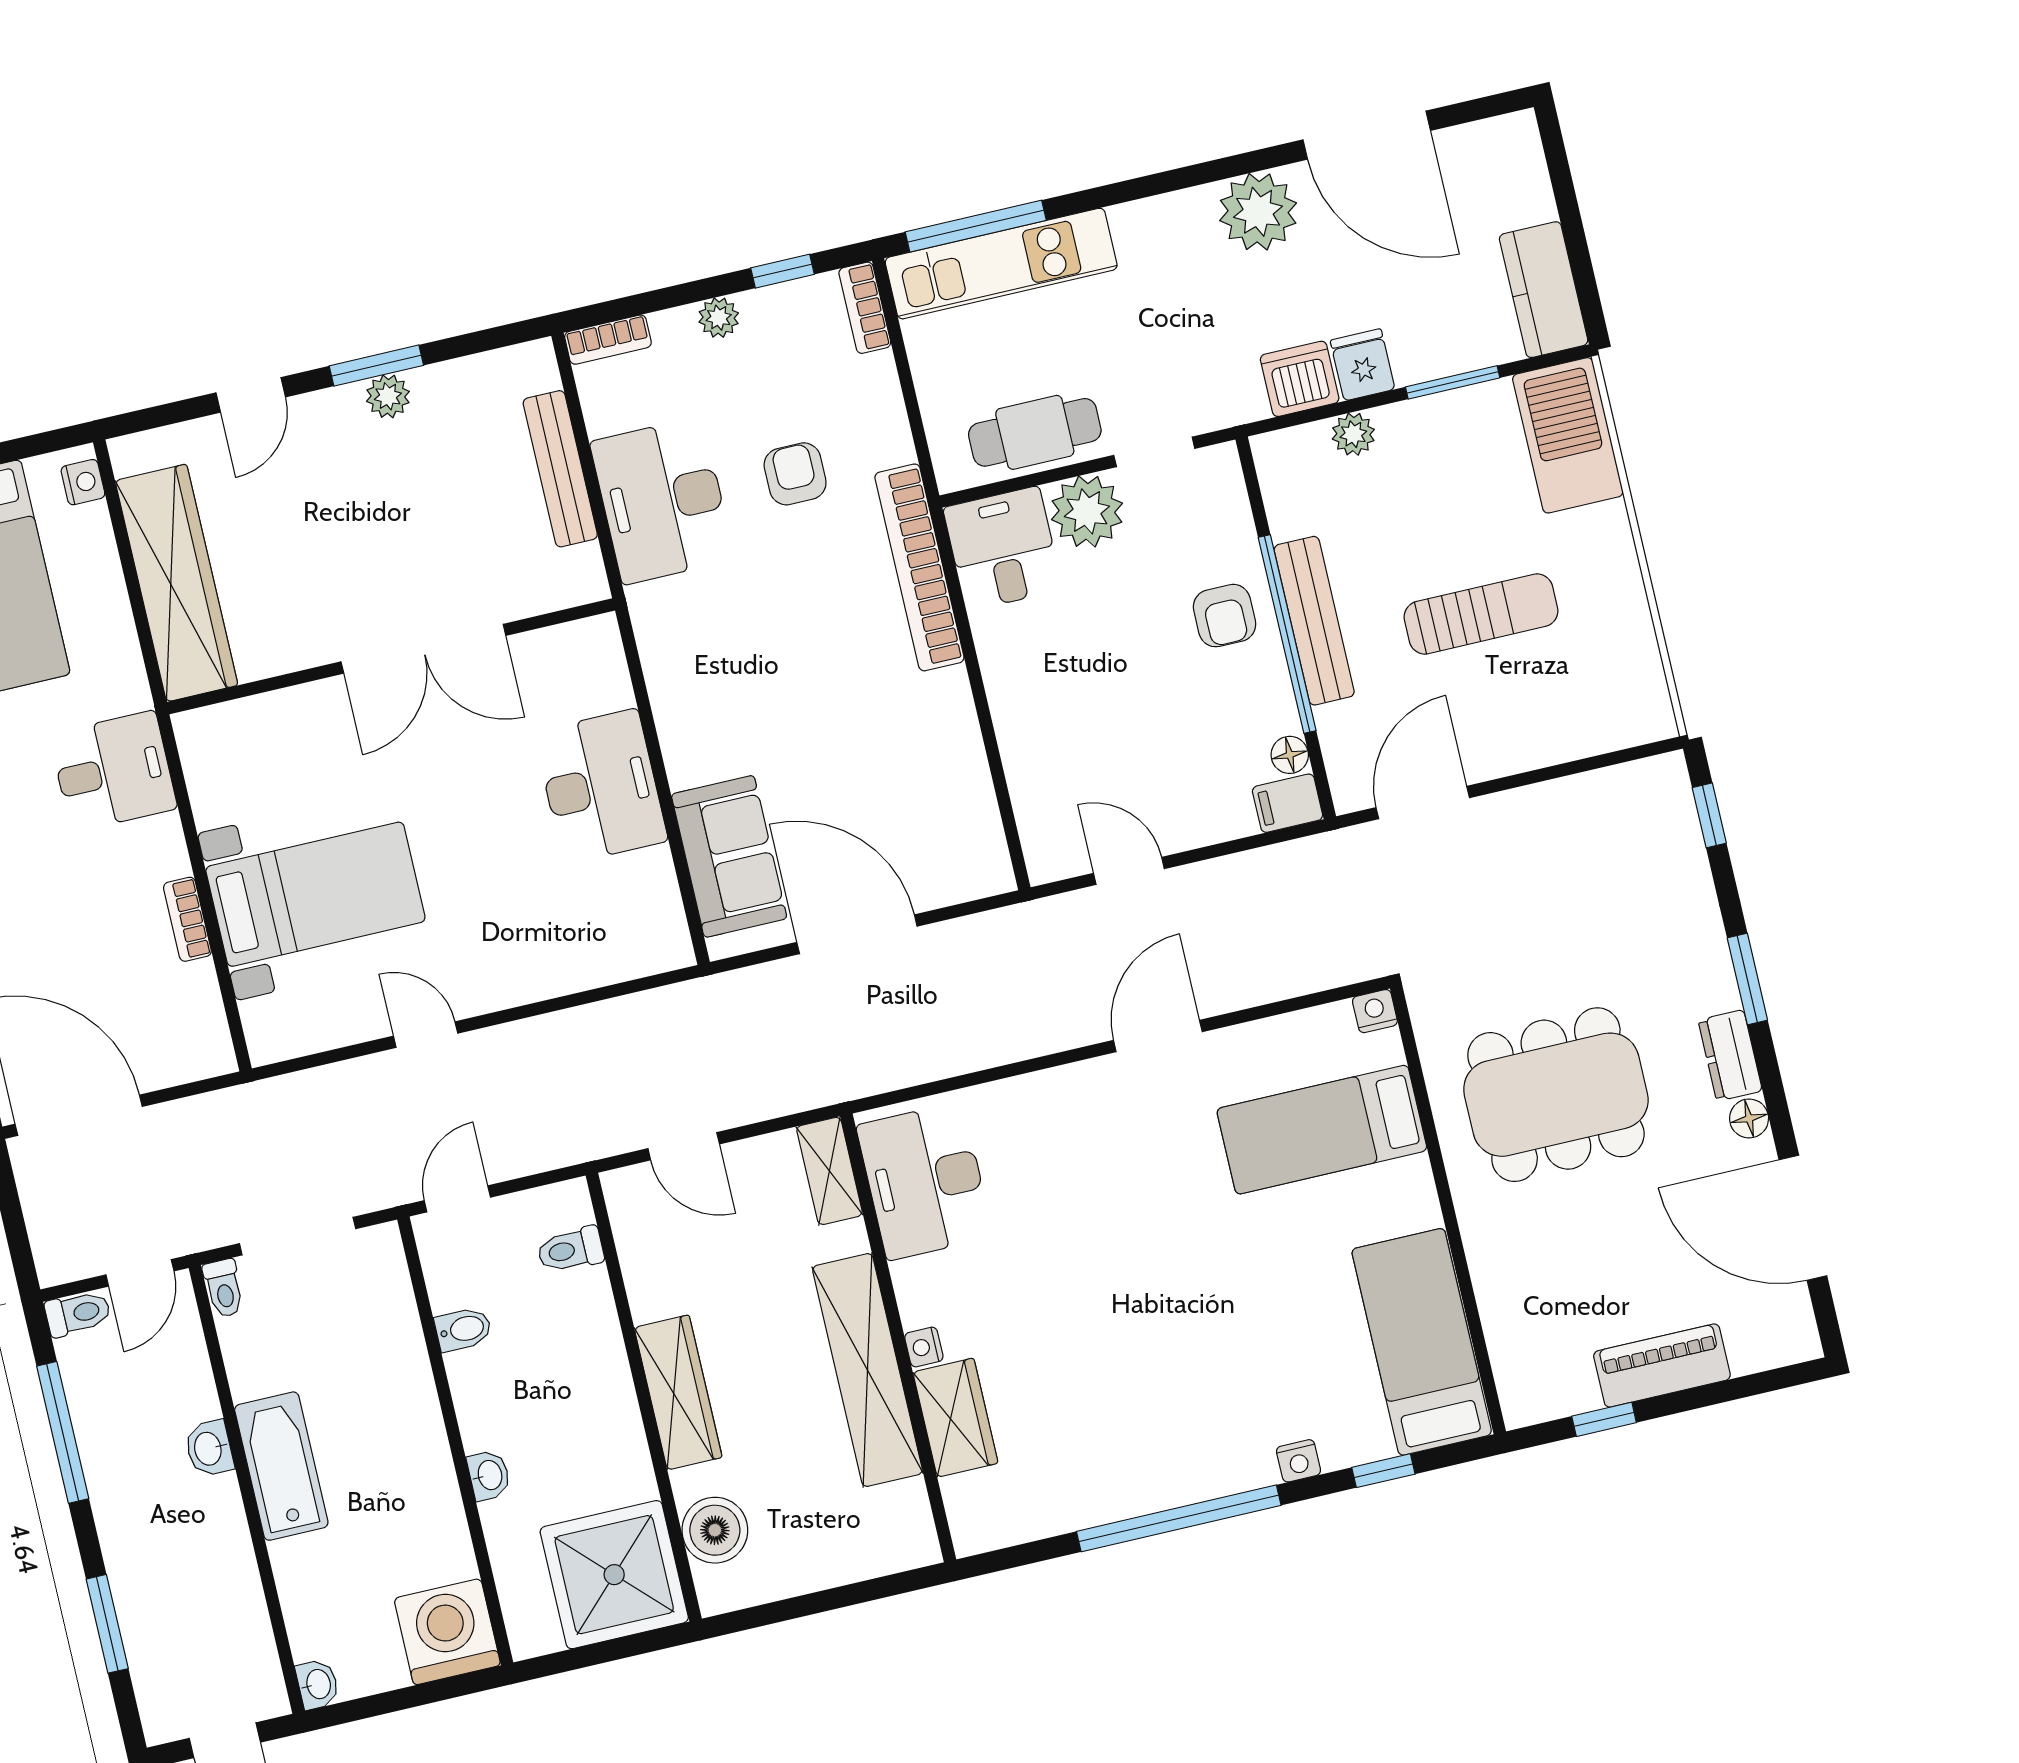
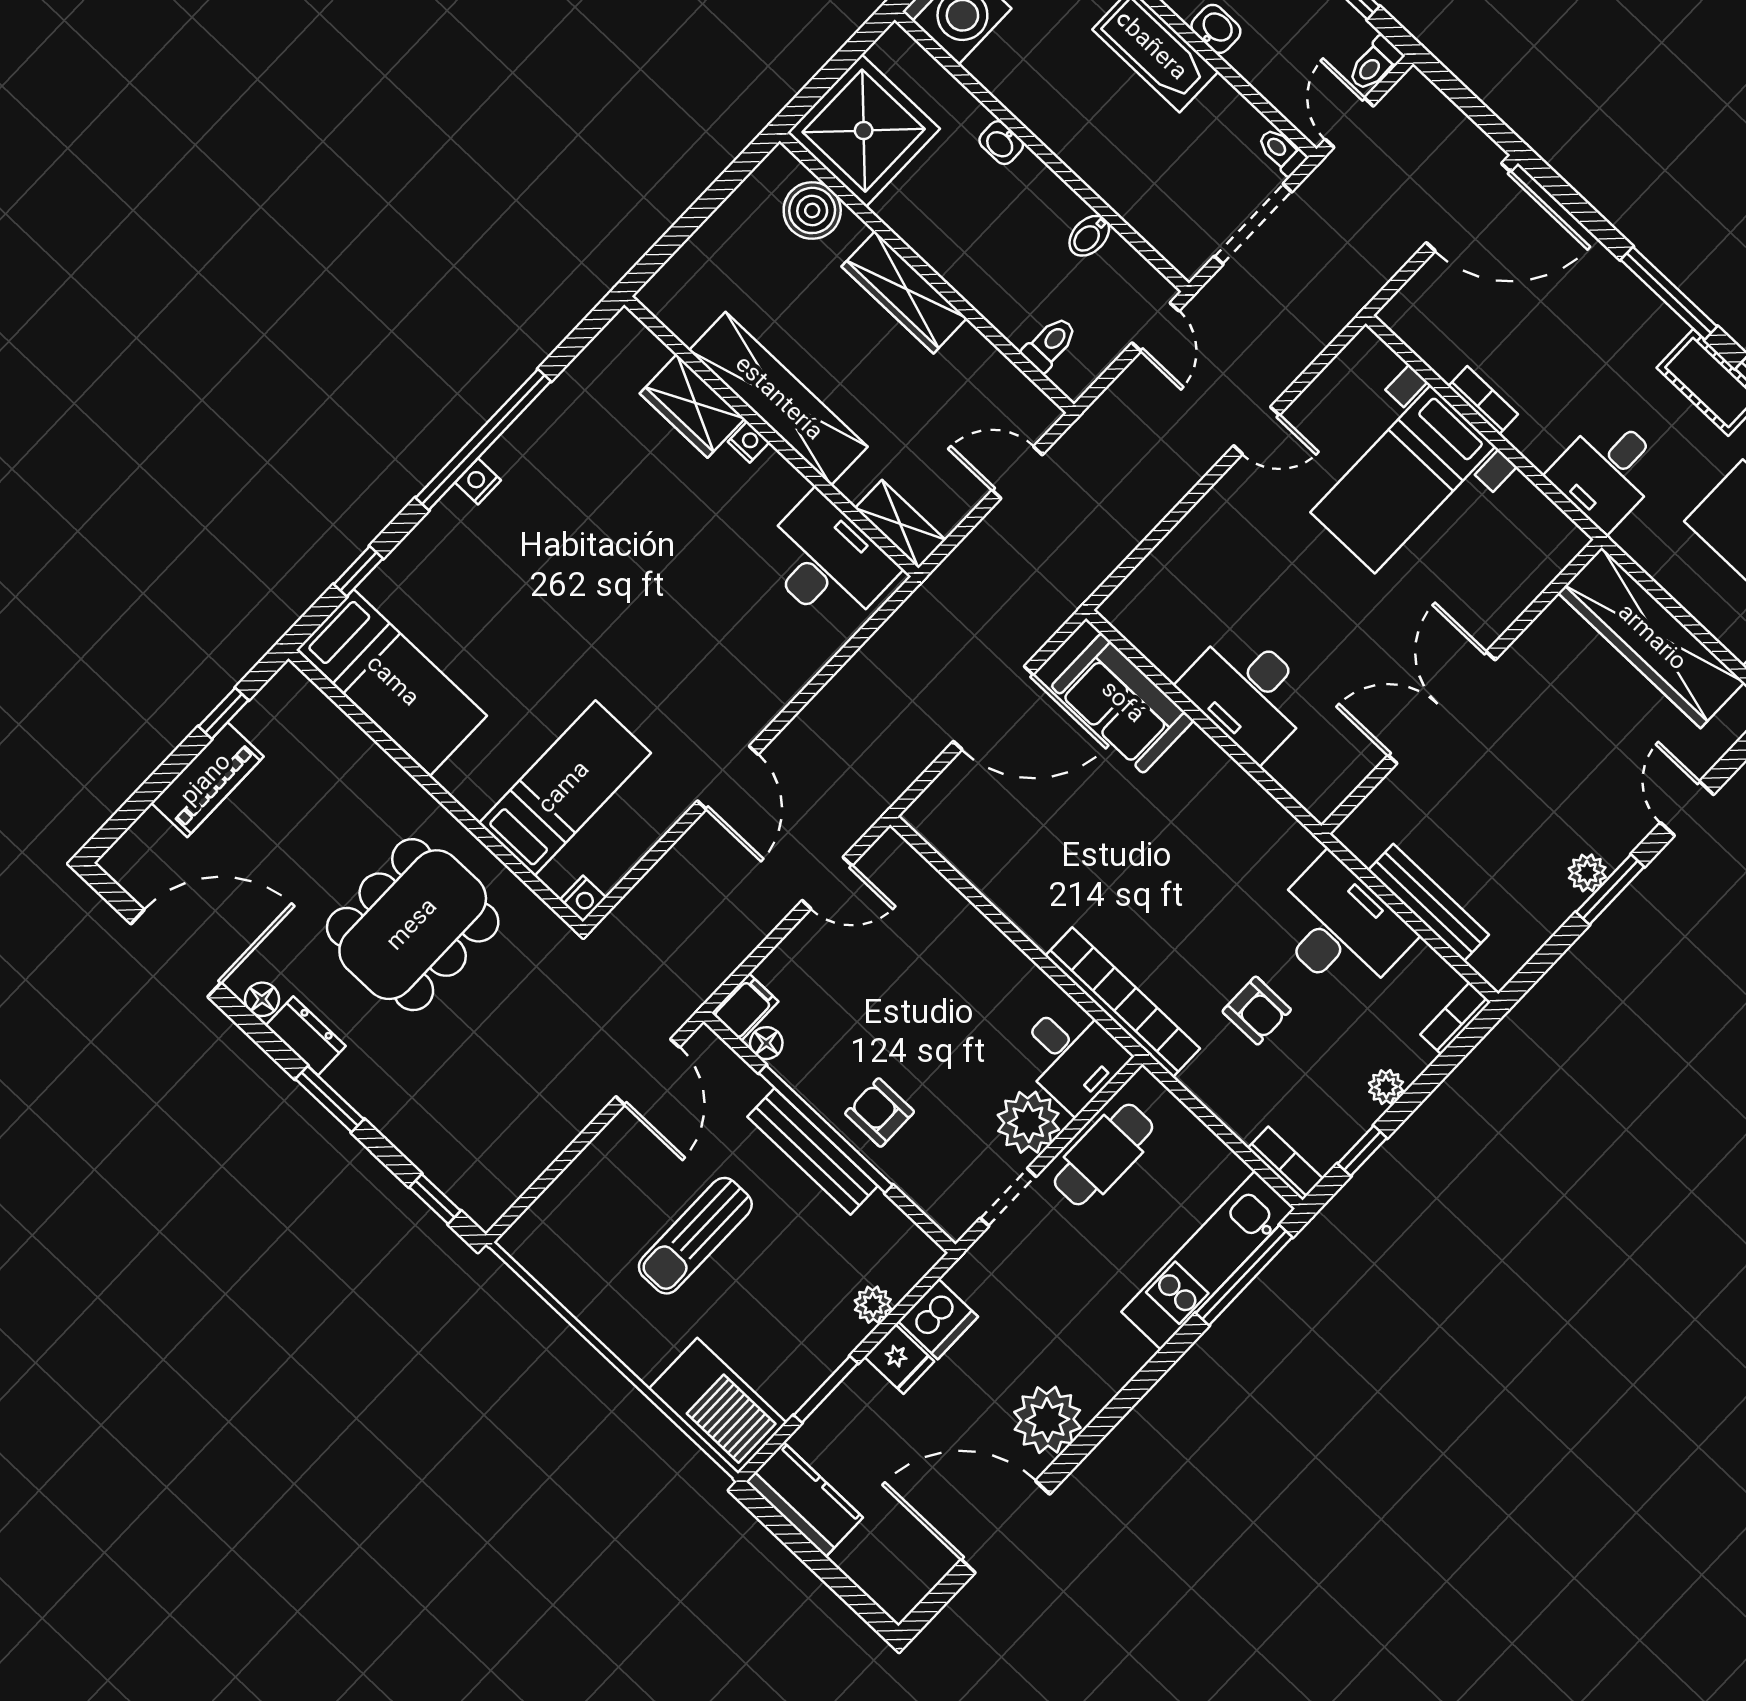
nightstand: (1298, 1461) -> (478, 481), moved

